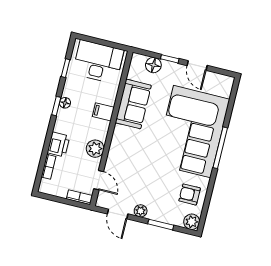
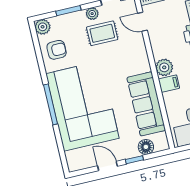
sofa: (133, 104) -> (146, 104), width x1.36
plant: (95, 149) -> (164, 67), moved
rug: (141, 188) -> (102, 33), added

